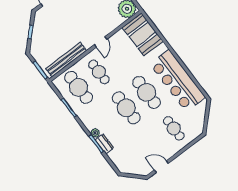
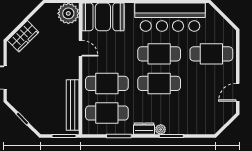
door: (101, 42) -> (80, 48), moved
cafe table: (99, 72) -> (107, 83), width x1.37, depth x1.35
cafe table: (174, 128) -> (211, 54), width x1.37, depth x1.35
dresser: (104, 144) -> (144, 129), moved

